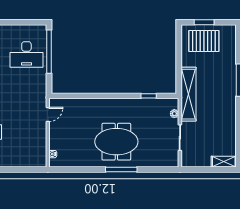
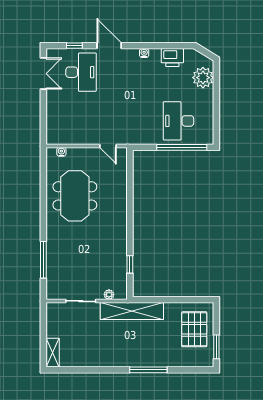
window: (204, 22) -> (216, 347), moved
meeting table: (116, 142) -> (75, 196), moved
window: (121, 170) -> (43, 260), moved

